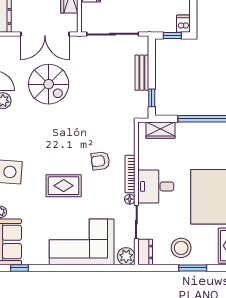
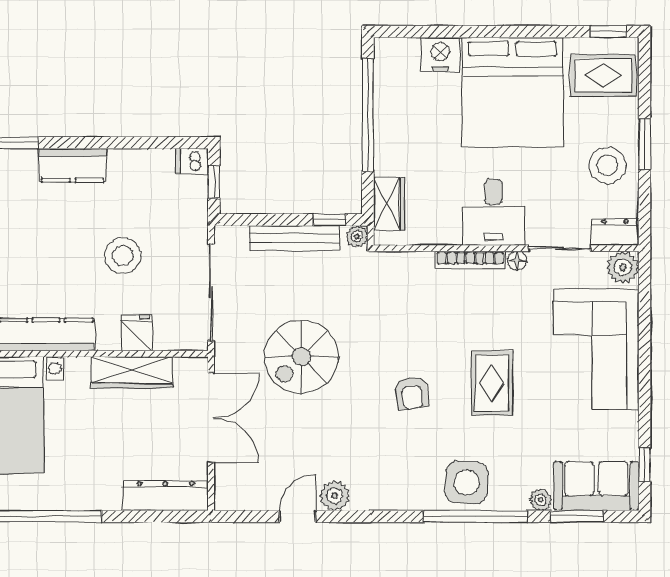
bench: (142, 73) -> (295, 238), width x1.36
spiral stairs: (49, 84) -> (301, 357), moved, turned 180
plant: (143, 113) -> (357, 236), added
armchair: (100, 161) -> (412, 393), moved

